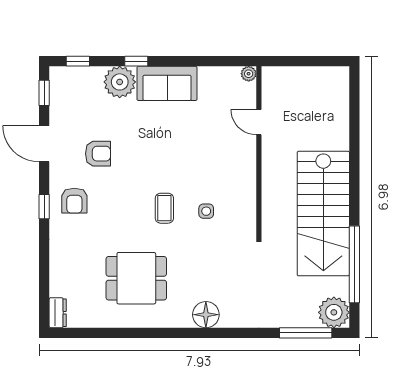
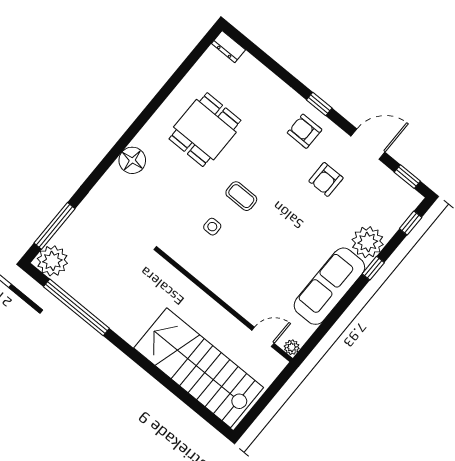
sofa: (167, 83) -> (329, 286), width x1.36
door: (259, 122) -> (263, 337), moved
stairs: (323, 214) -> (199, 368), moved

